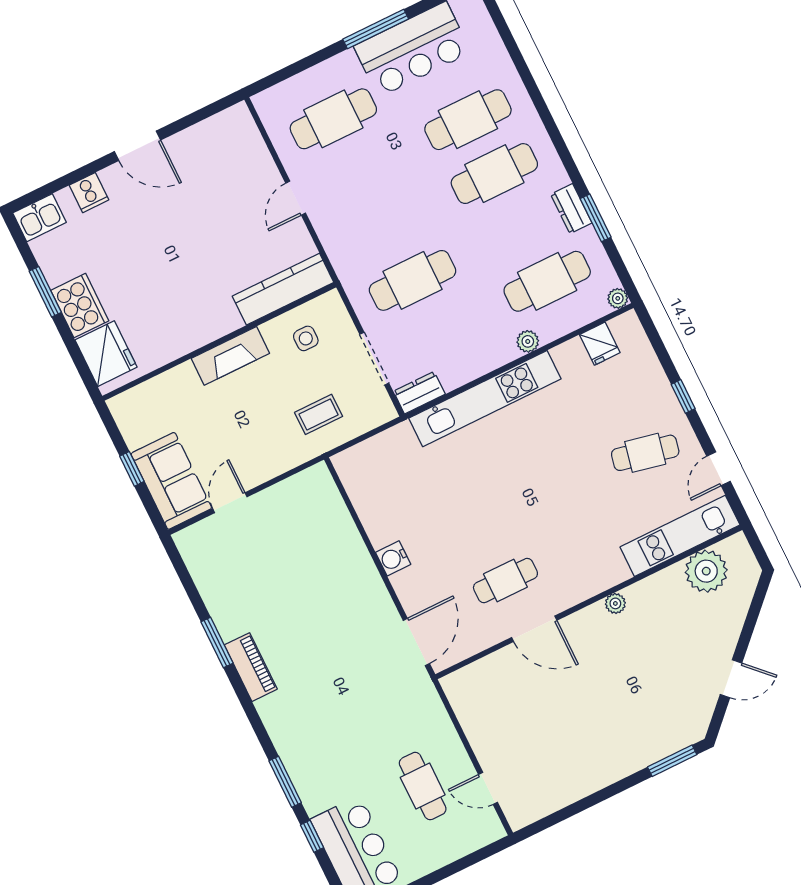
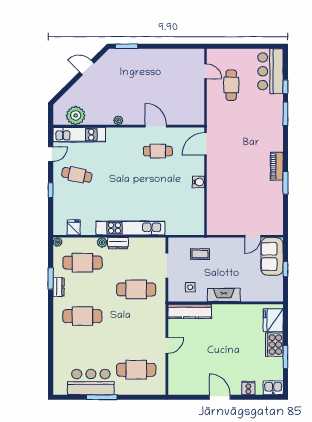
cafe table: (468, 120) -> (82, 343), removed
dresser: (419, 393) -> (118, 243), moved

